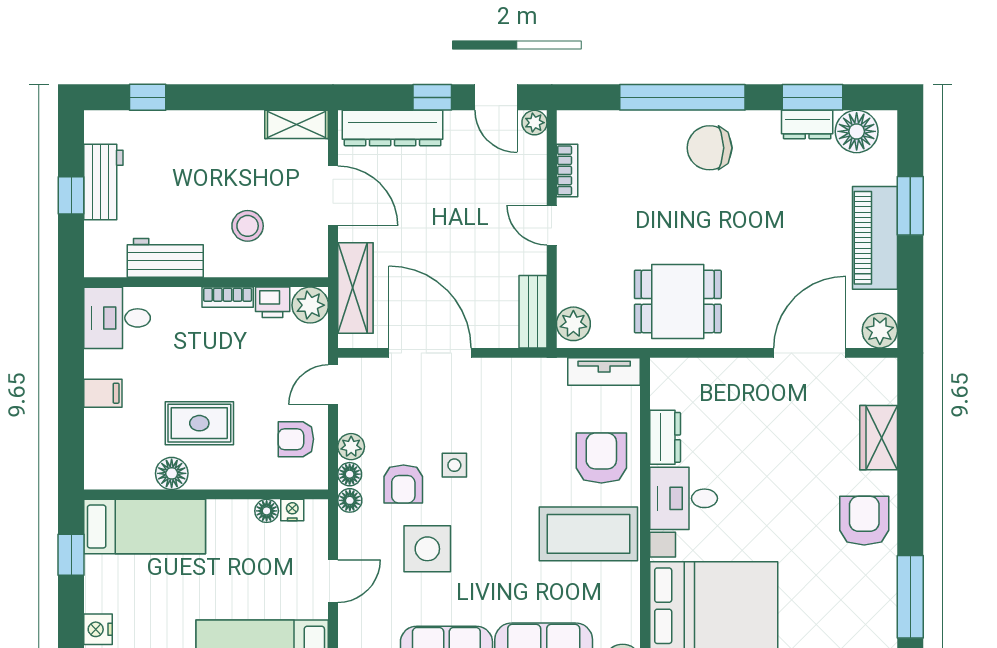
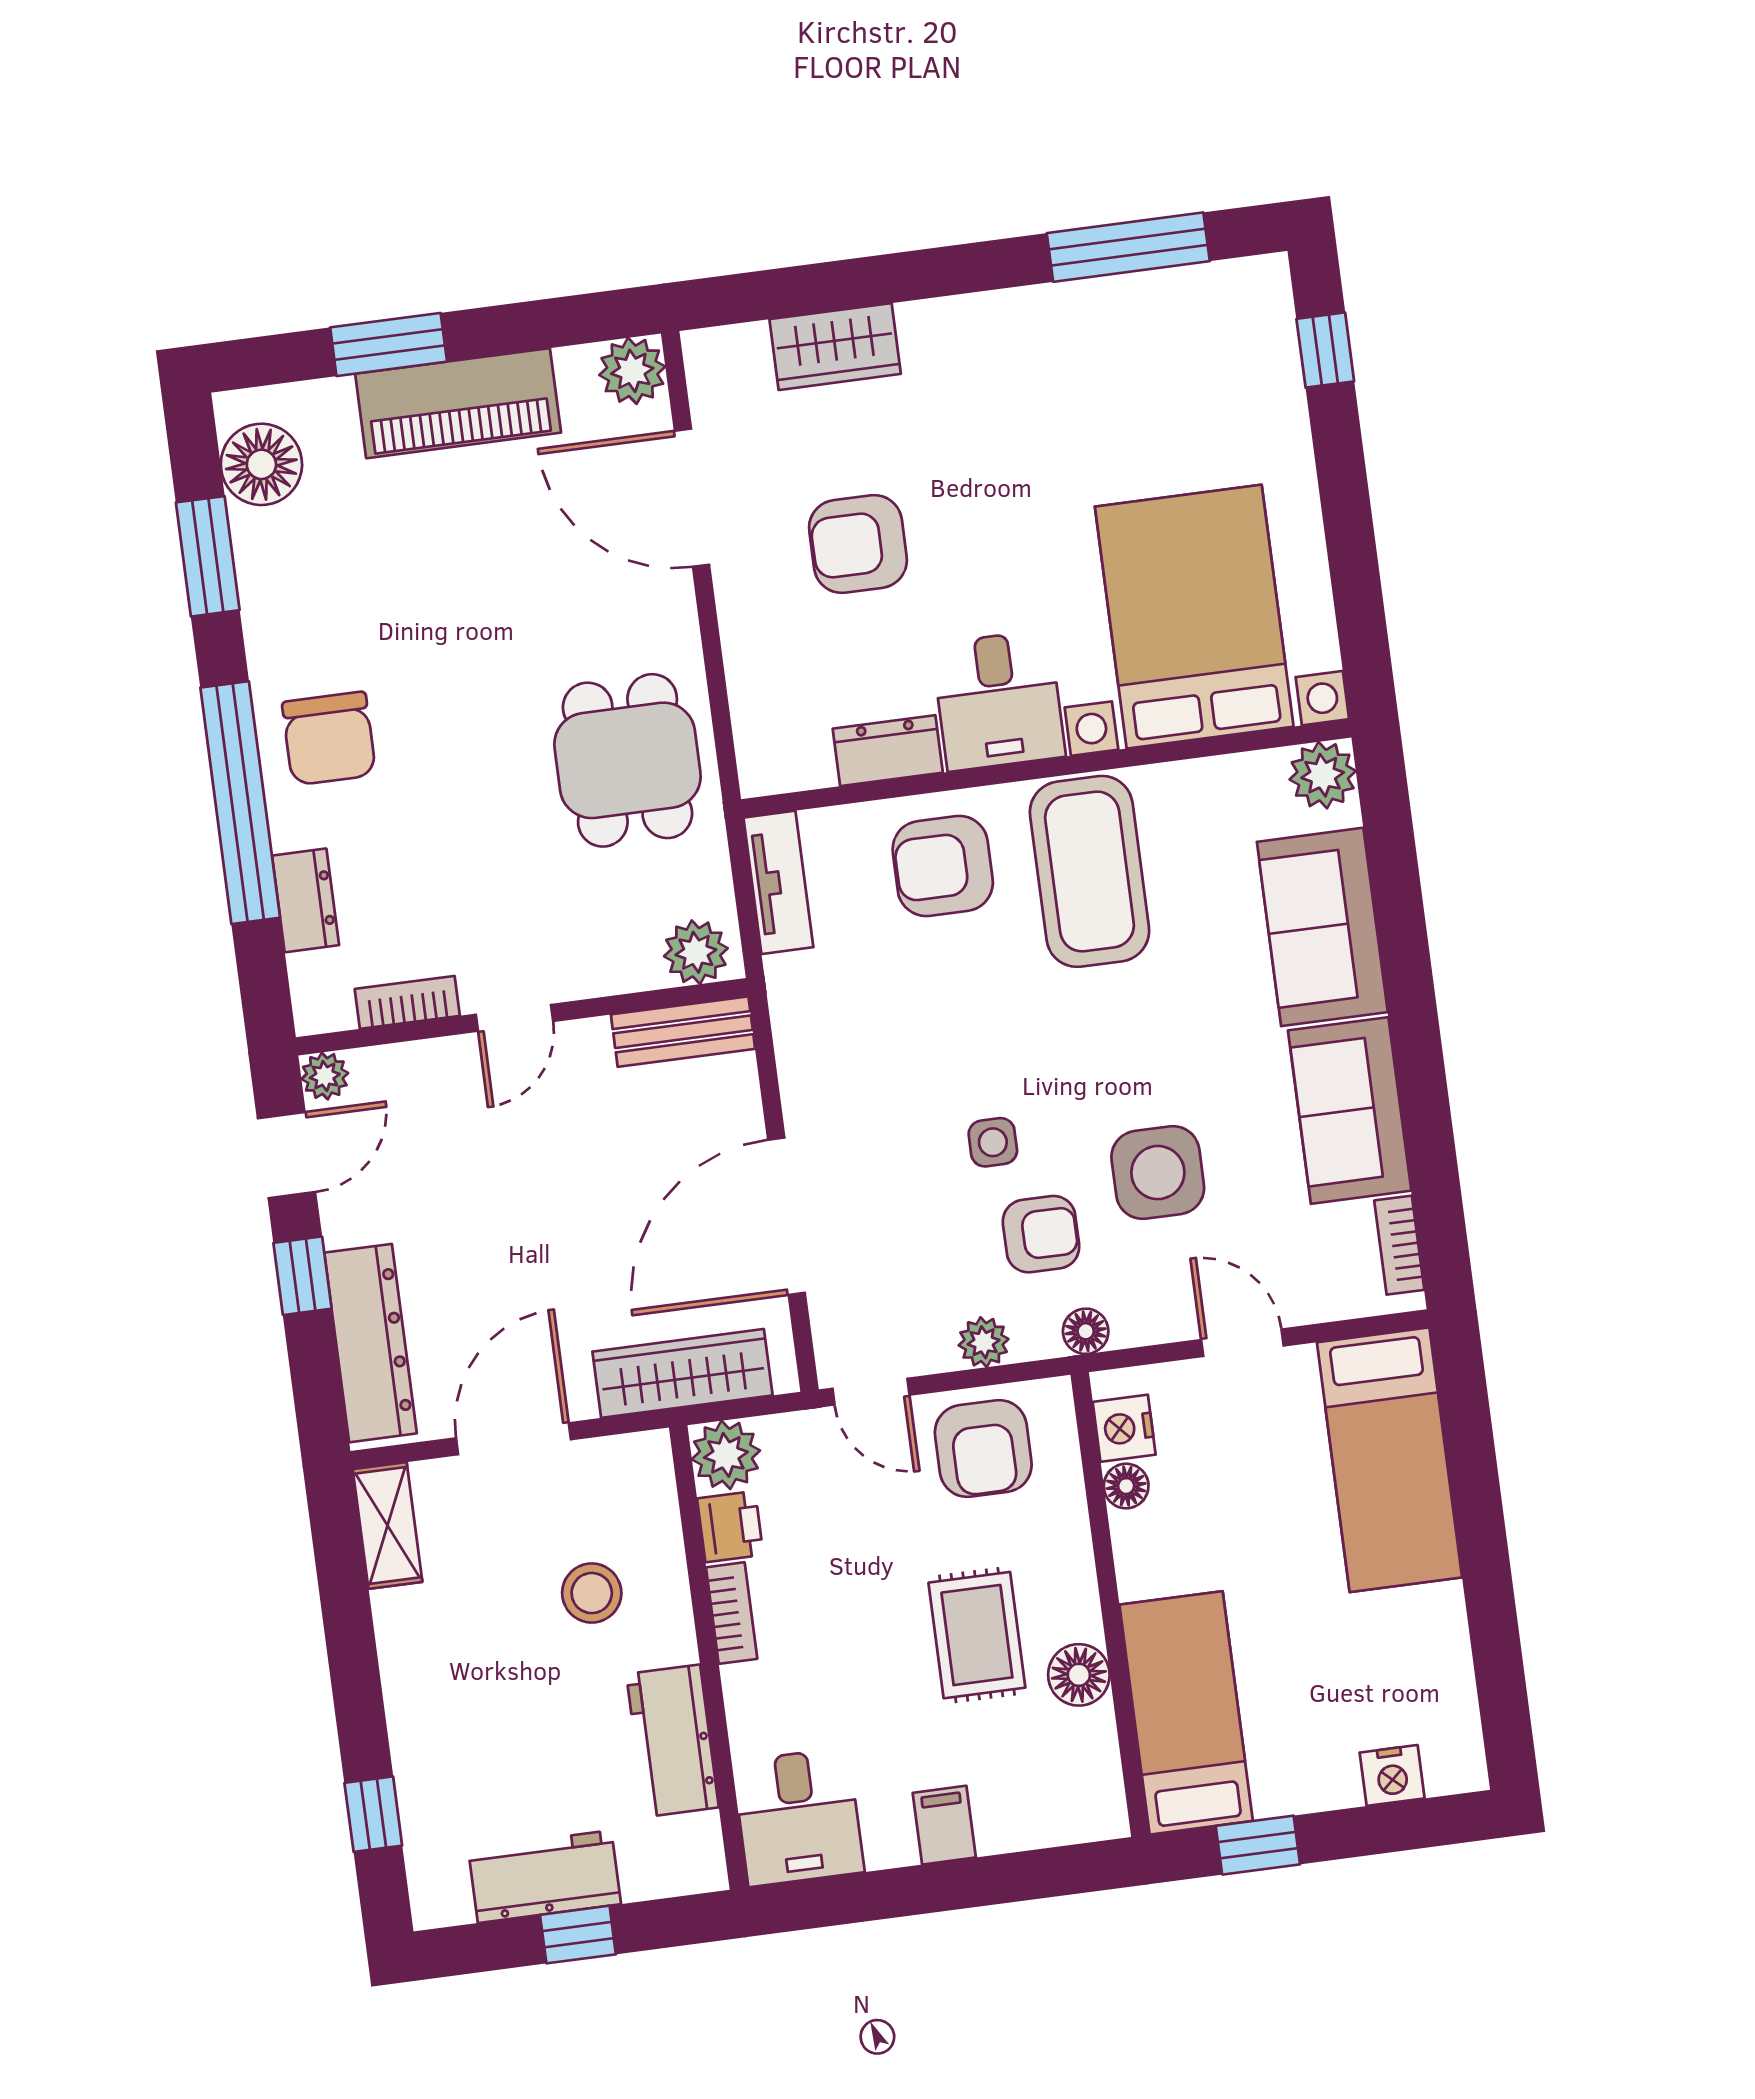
dresser: (807, 125) -> (306, 900), moved
armchair: (296, 439) -> (983, 1449), width x1.38, depth x1.38
floor lamp: (350, 474) -> (1036, 1338), removed
nightstand: (292, 510) -> (1124, 1428), width x1.39, depth x1.35
armchair: (864, 521) -> (858, 544), moved

